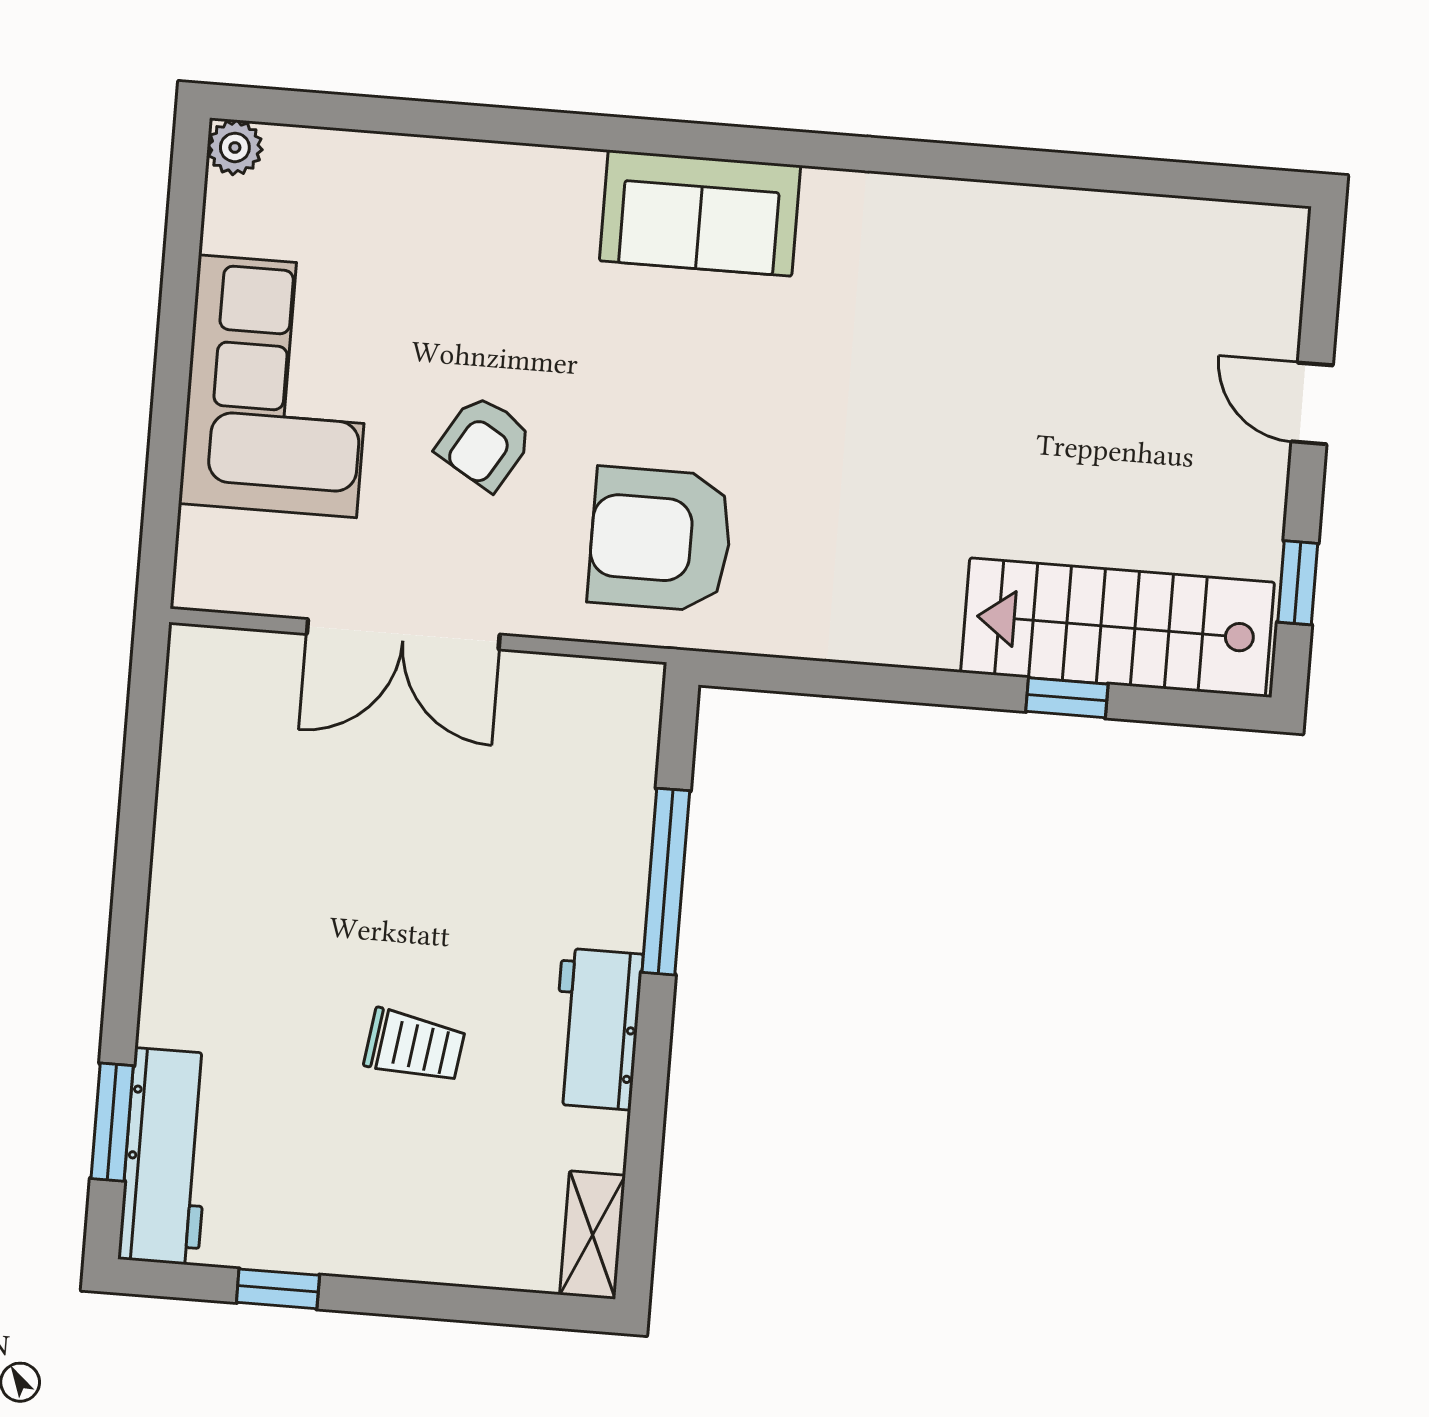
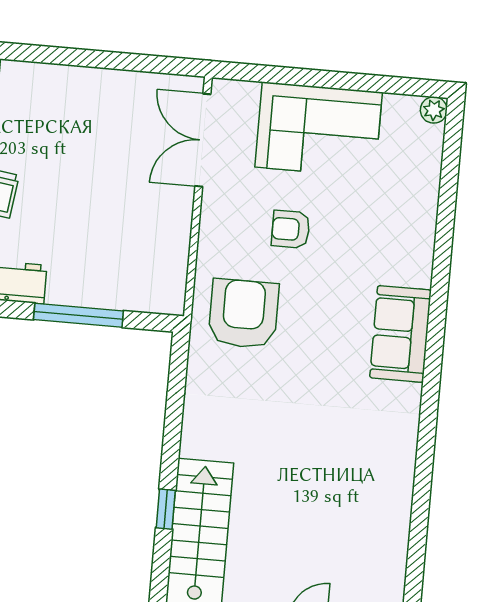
armchair: (485, 443) -> (291, 229), turned -31
double door: (403, 634) -> (203, 140), moved

